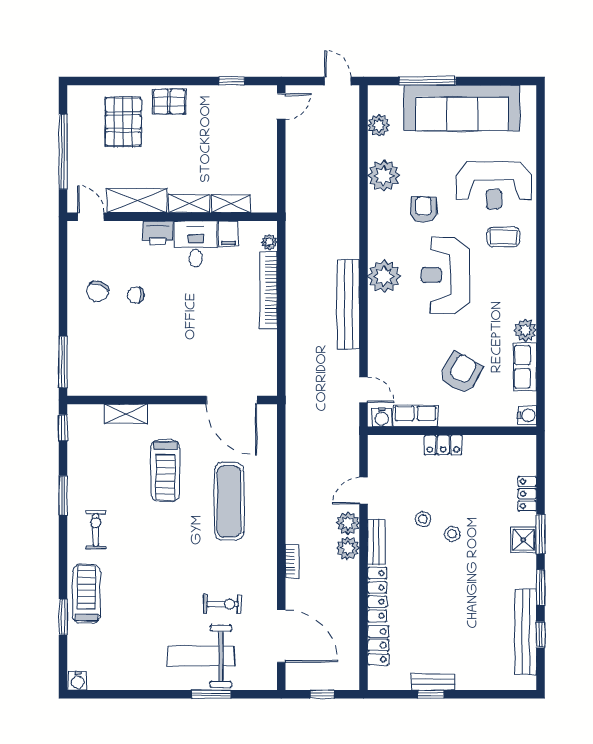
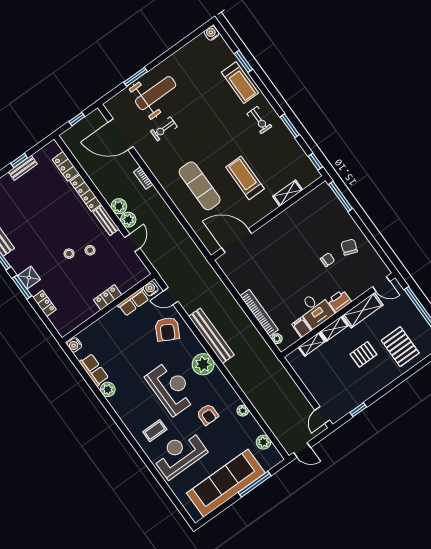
pallet: (169, 102) -> (363, 354), moved
plant: (384, 176) -> (243, 411), width x0.53, depth x0.53
armchair: (461, 373) -> (167, 329), moved

